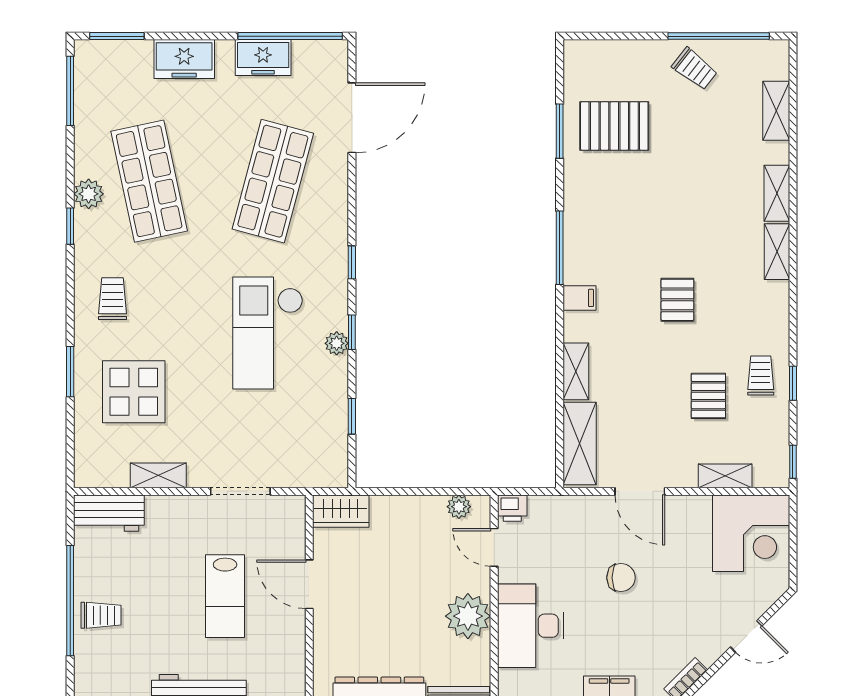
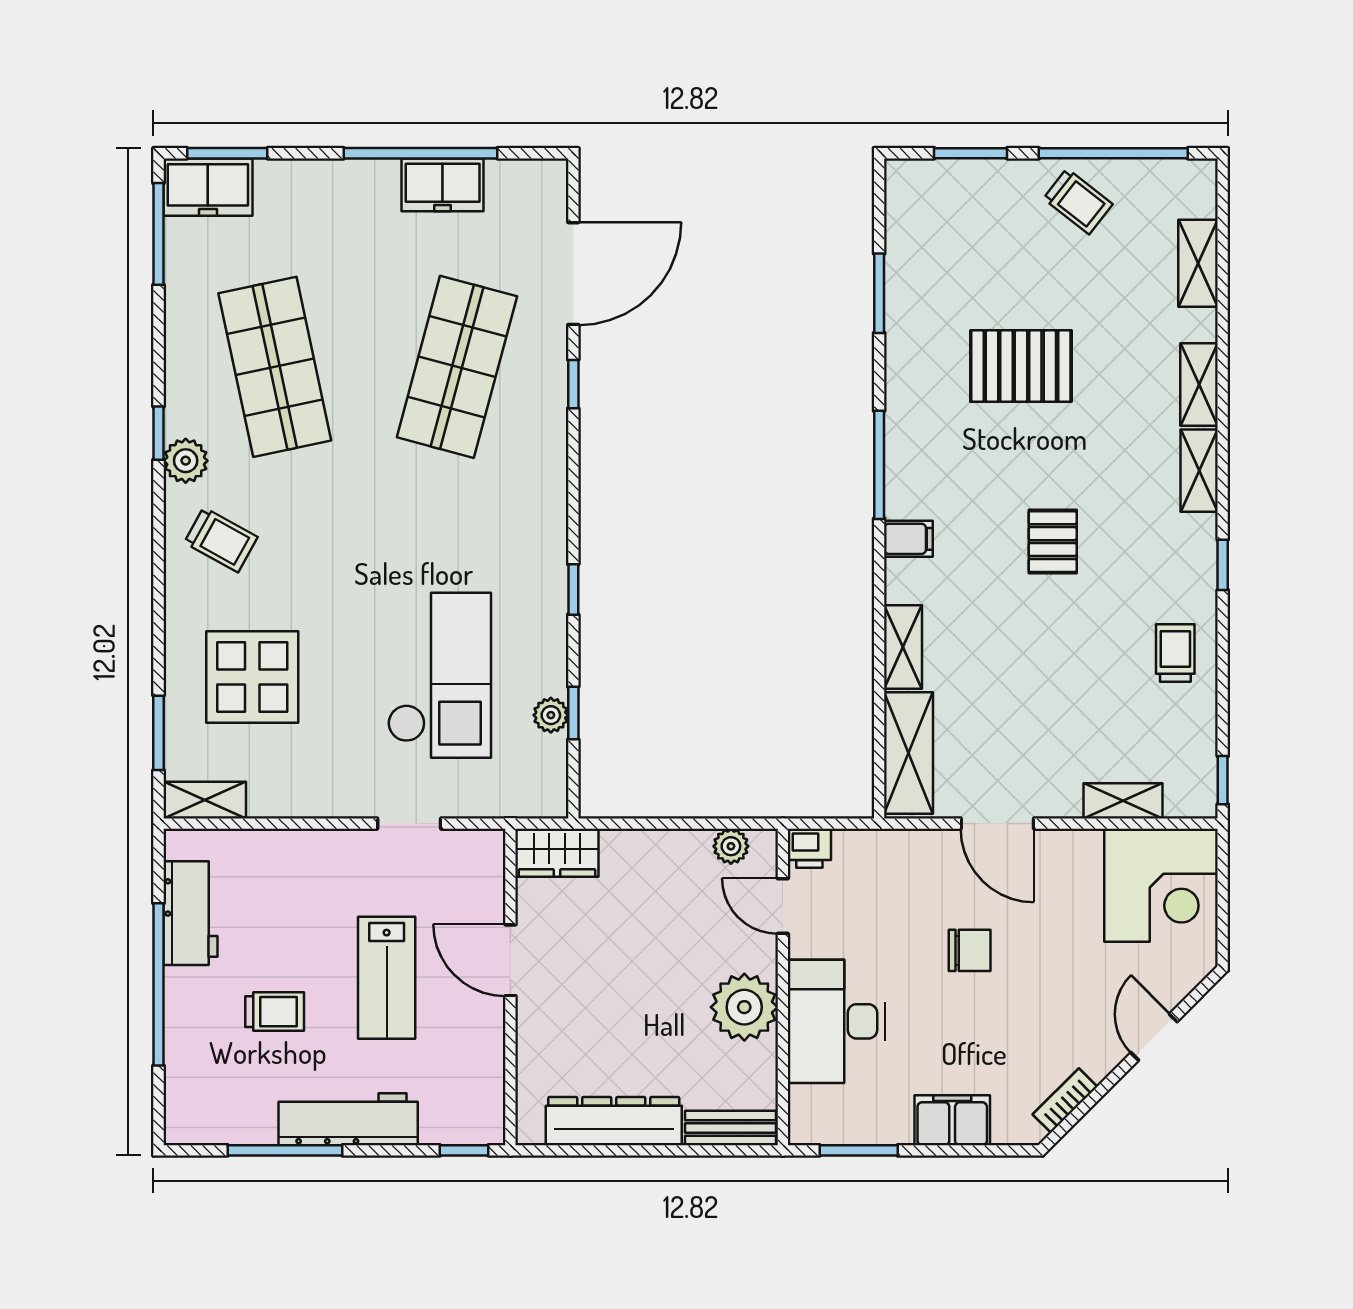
window: (290, 36) -> (420, 153), moved
window: (622, 36) -> (971, 153), added
freezer: (184, 59) -> (208, 187), moved
pallet: (614, 126) -> (1021, 366), moved
plant: (89, 194) -> (186, 461), moved
window: (352, 262) -> (573, 384), moved
trolley: (112, 299) -> (221, 540), turned 119
checkout: (268, 333) -> (439, 675), moved, turned 180
plant: (337, 343) -> (551, 715), moved
window: (70, 372) -> (159, 733), moved
window: (793, 383) -> (1223, 565), moved
pallet: (708, 396) -> (1098, 683), removed
shelving: (158, 475) -> (205, 800), moved
doorway: (240, 491) -> (409, 824), width x0.73
workbench: (109, 513) -> (190, 913), moved, turned -90
trolley: (101, 615) -> (275, 1012), moved
door: (746, 636) -> (1154, 1037), swing flipped

